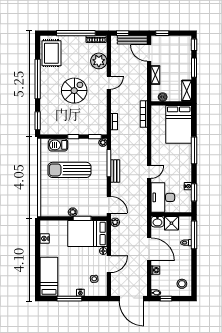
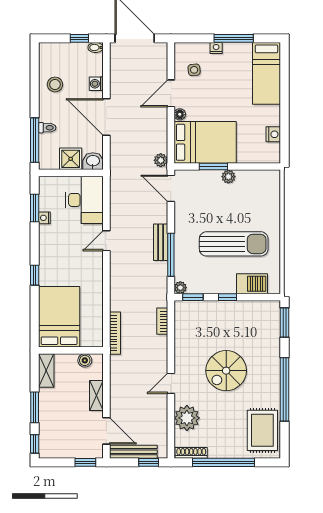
window: (194, 150) -> (35, 275), width x0.46
stool: (182, 284) -> (55, 84), moved

